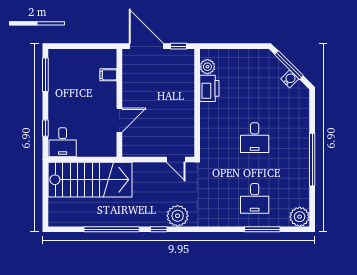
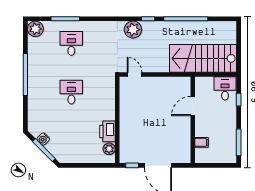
filing cabinet: (108, 75) -> (202, 142), moved
wall: (119, 103) -> (193, 120), moved
door: (119, 120) -> (193, 106), moved

